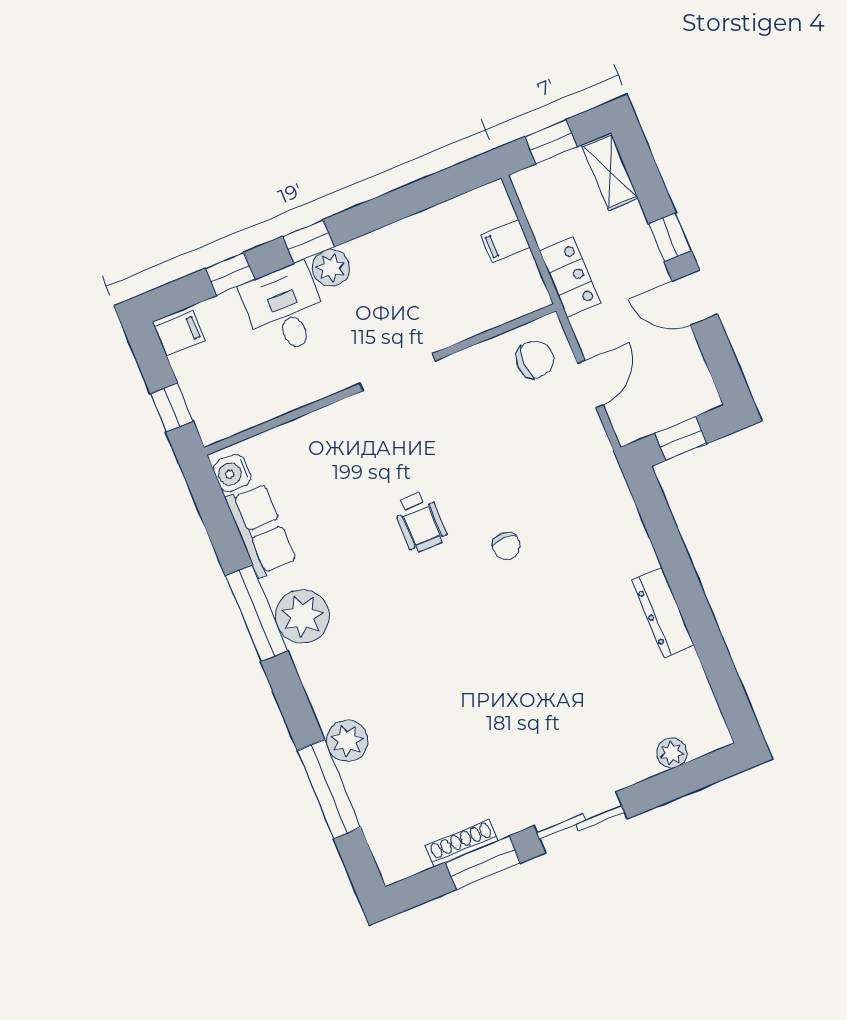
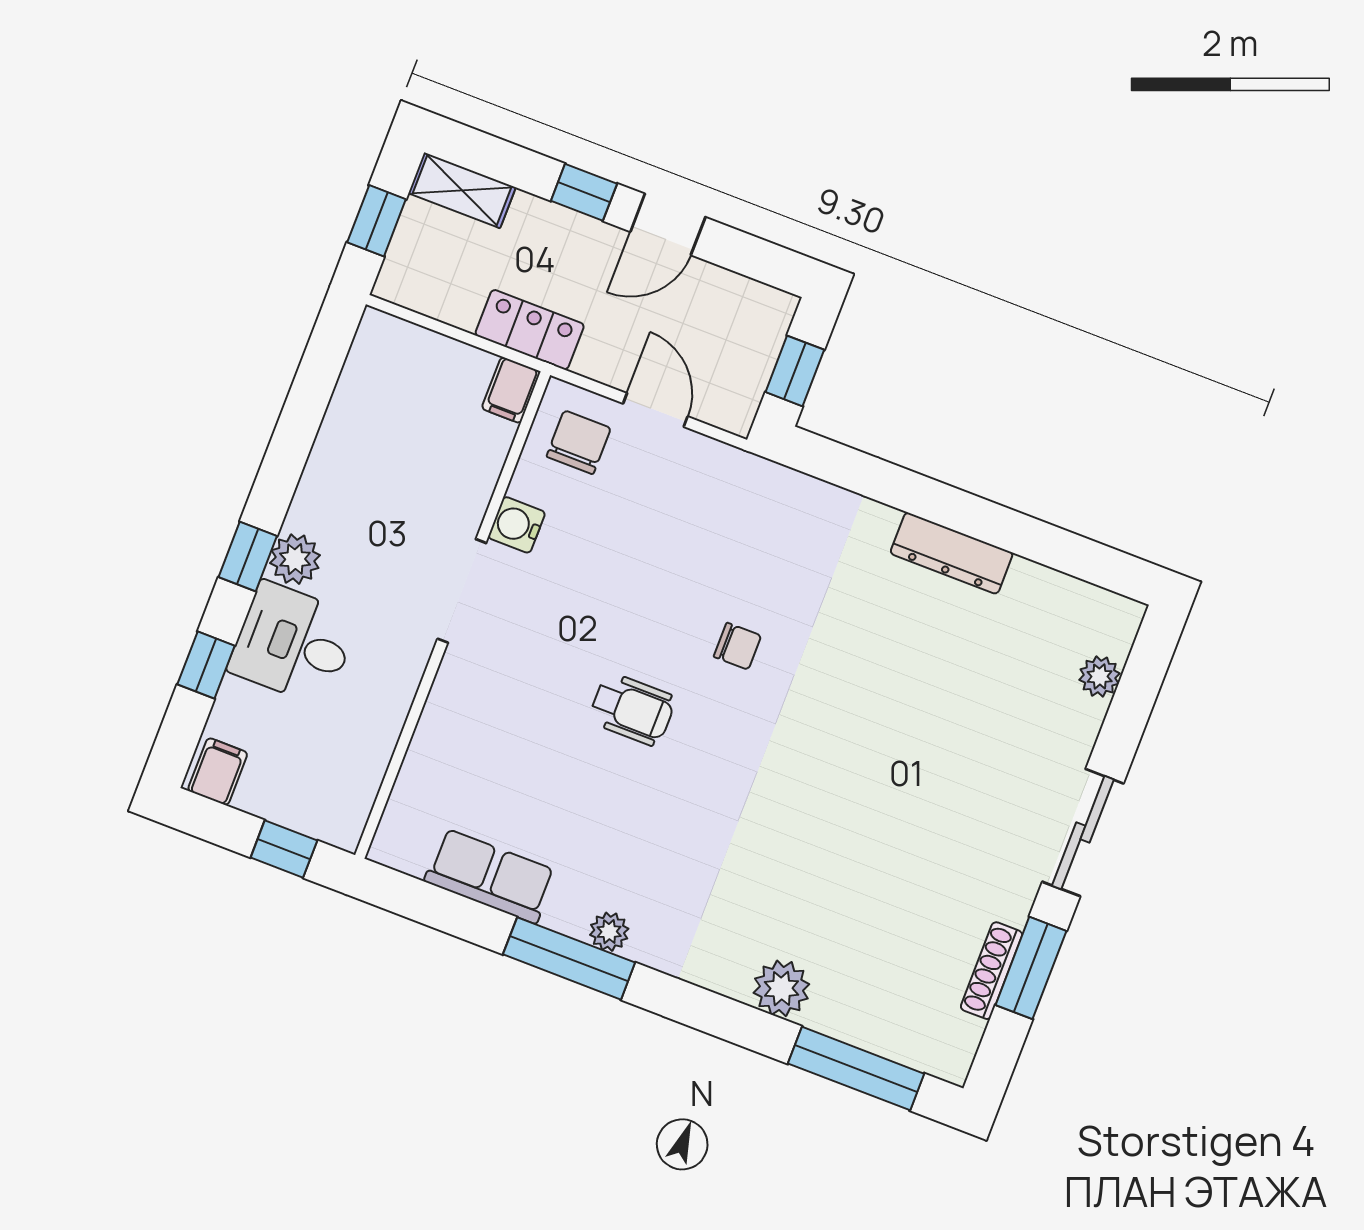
filing cabinet: (505, 241) -> (511, 390), moved
water cooler: (232, 473) -> (517, 525), moved, turned 90
plant: (302, 616) -> (609, 932), width x0.53, depth x0.53
window: (329, 789) -> (856, 1069), moved

